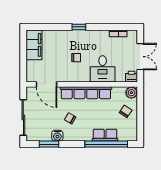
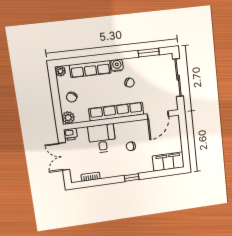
filing cabinet: (34, 45) -> (168, 162), moved, turned 90
door: (47, 84) -> (158, 115), swing flipped
row of seats: (105, 135) -> (90, 69), width x1.48
water cooler: (57, 136) -> (117, 65), moved
plant: (133, 136) -> (60, 71), added
window: (106, 144) -> (88, 59), removed

